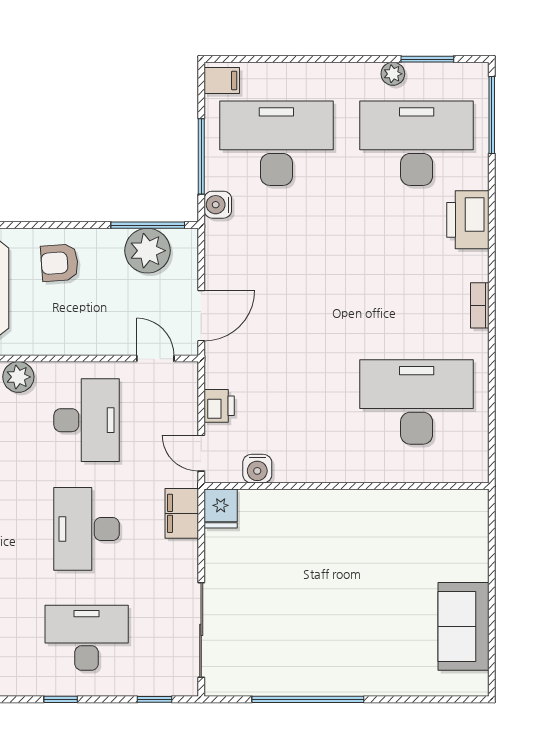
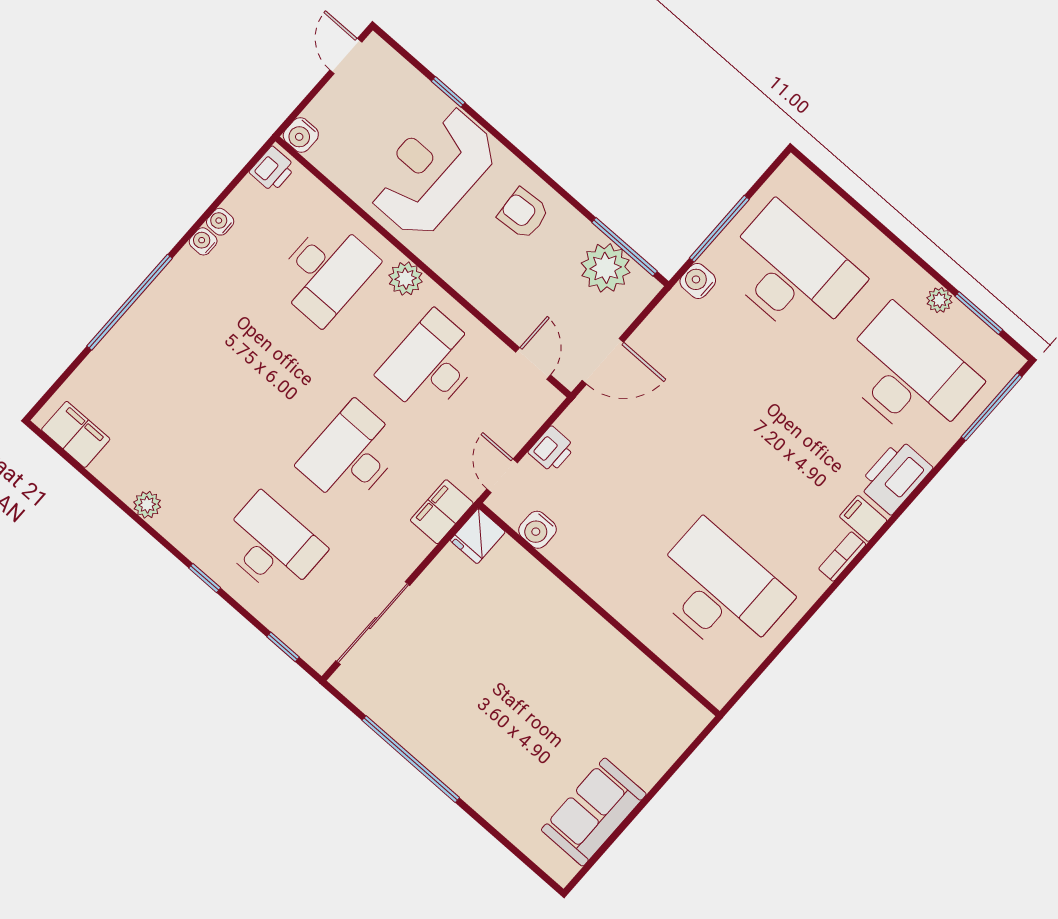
filing cabinet: (222, 81) -> (863, 518), moved, turned 180
desk: (87, 420) -> (431, 364), turned 180

